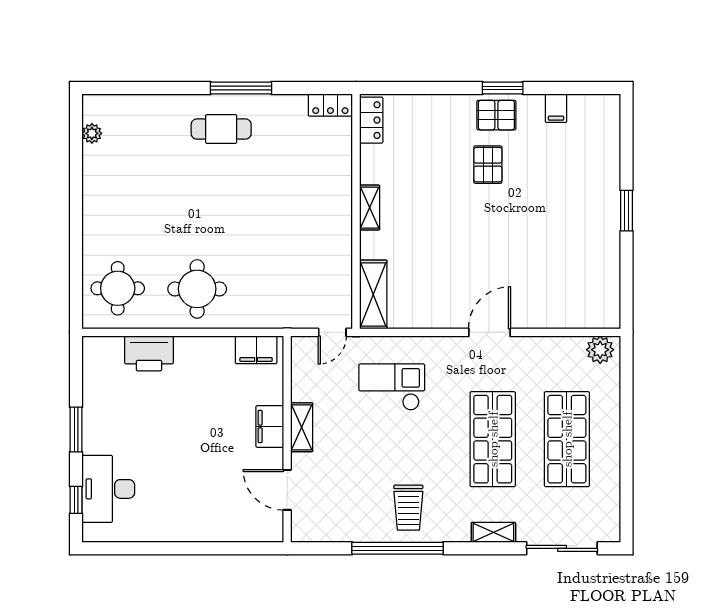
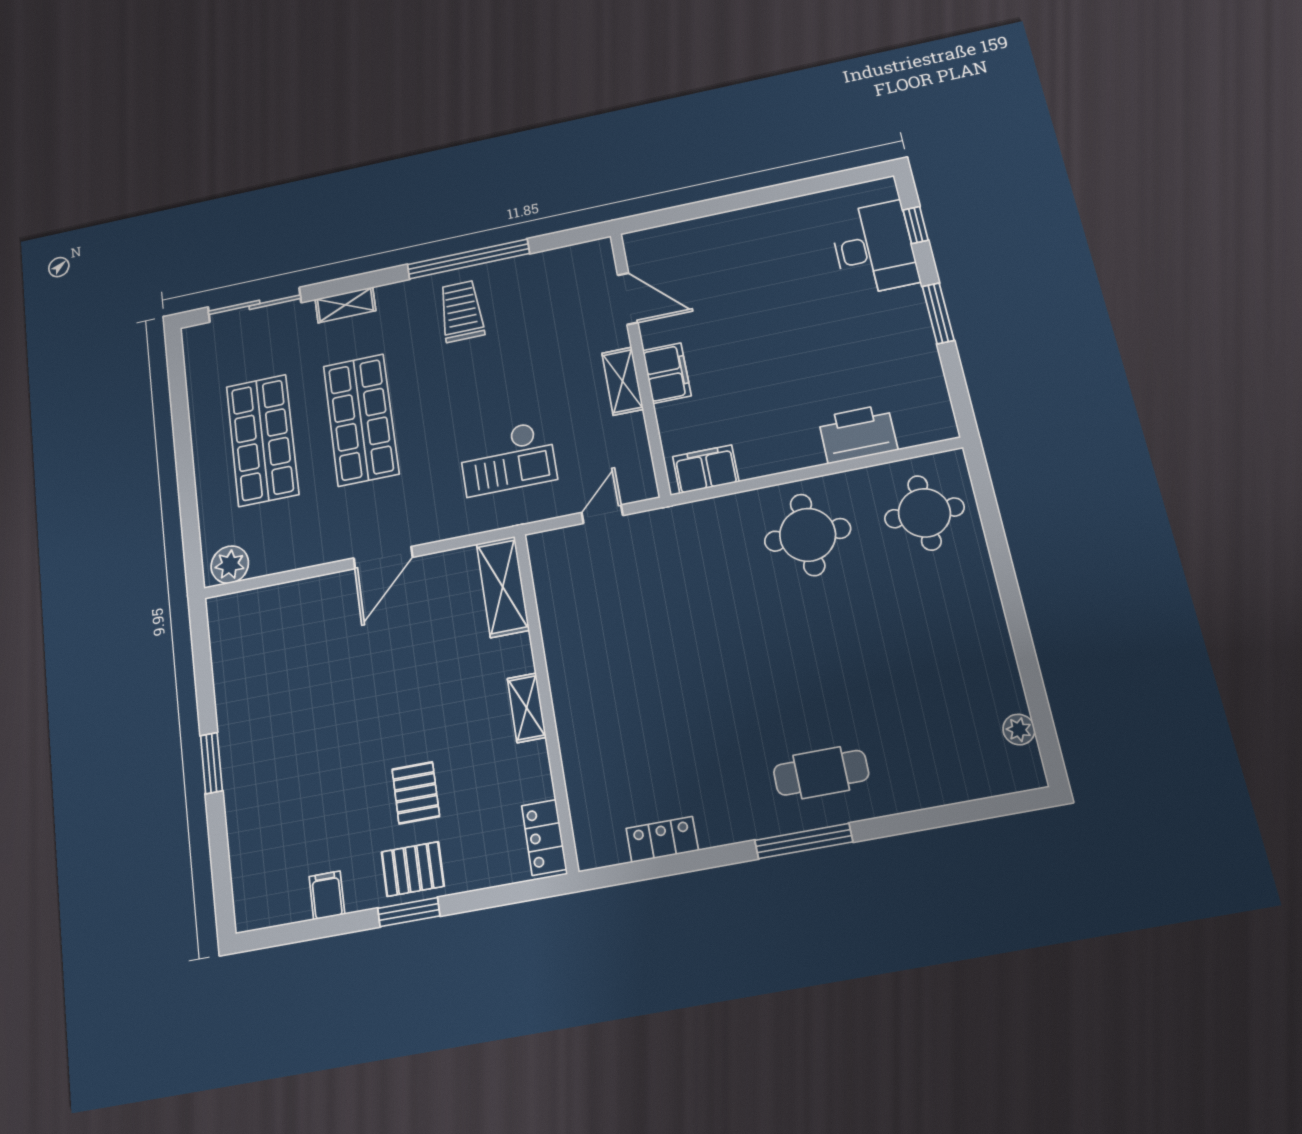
locker: (371, 120) -> (544, 837), moved
shelving: (370, 208) -> (527, 708), moved
wall: (356, 211) -> (545, 699), moved
shelving: (373, 295) -> (503, 587), moved

